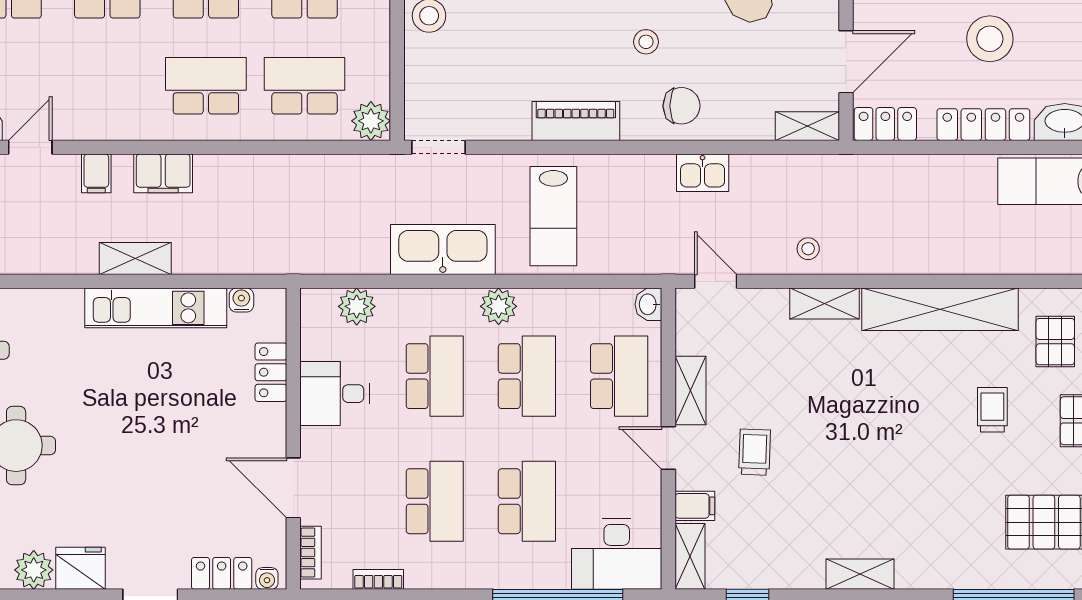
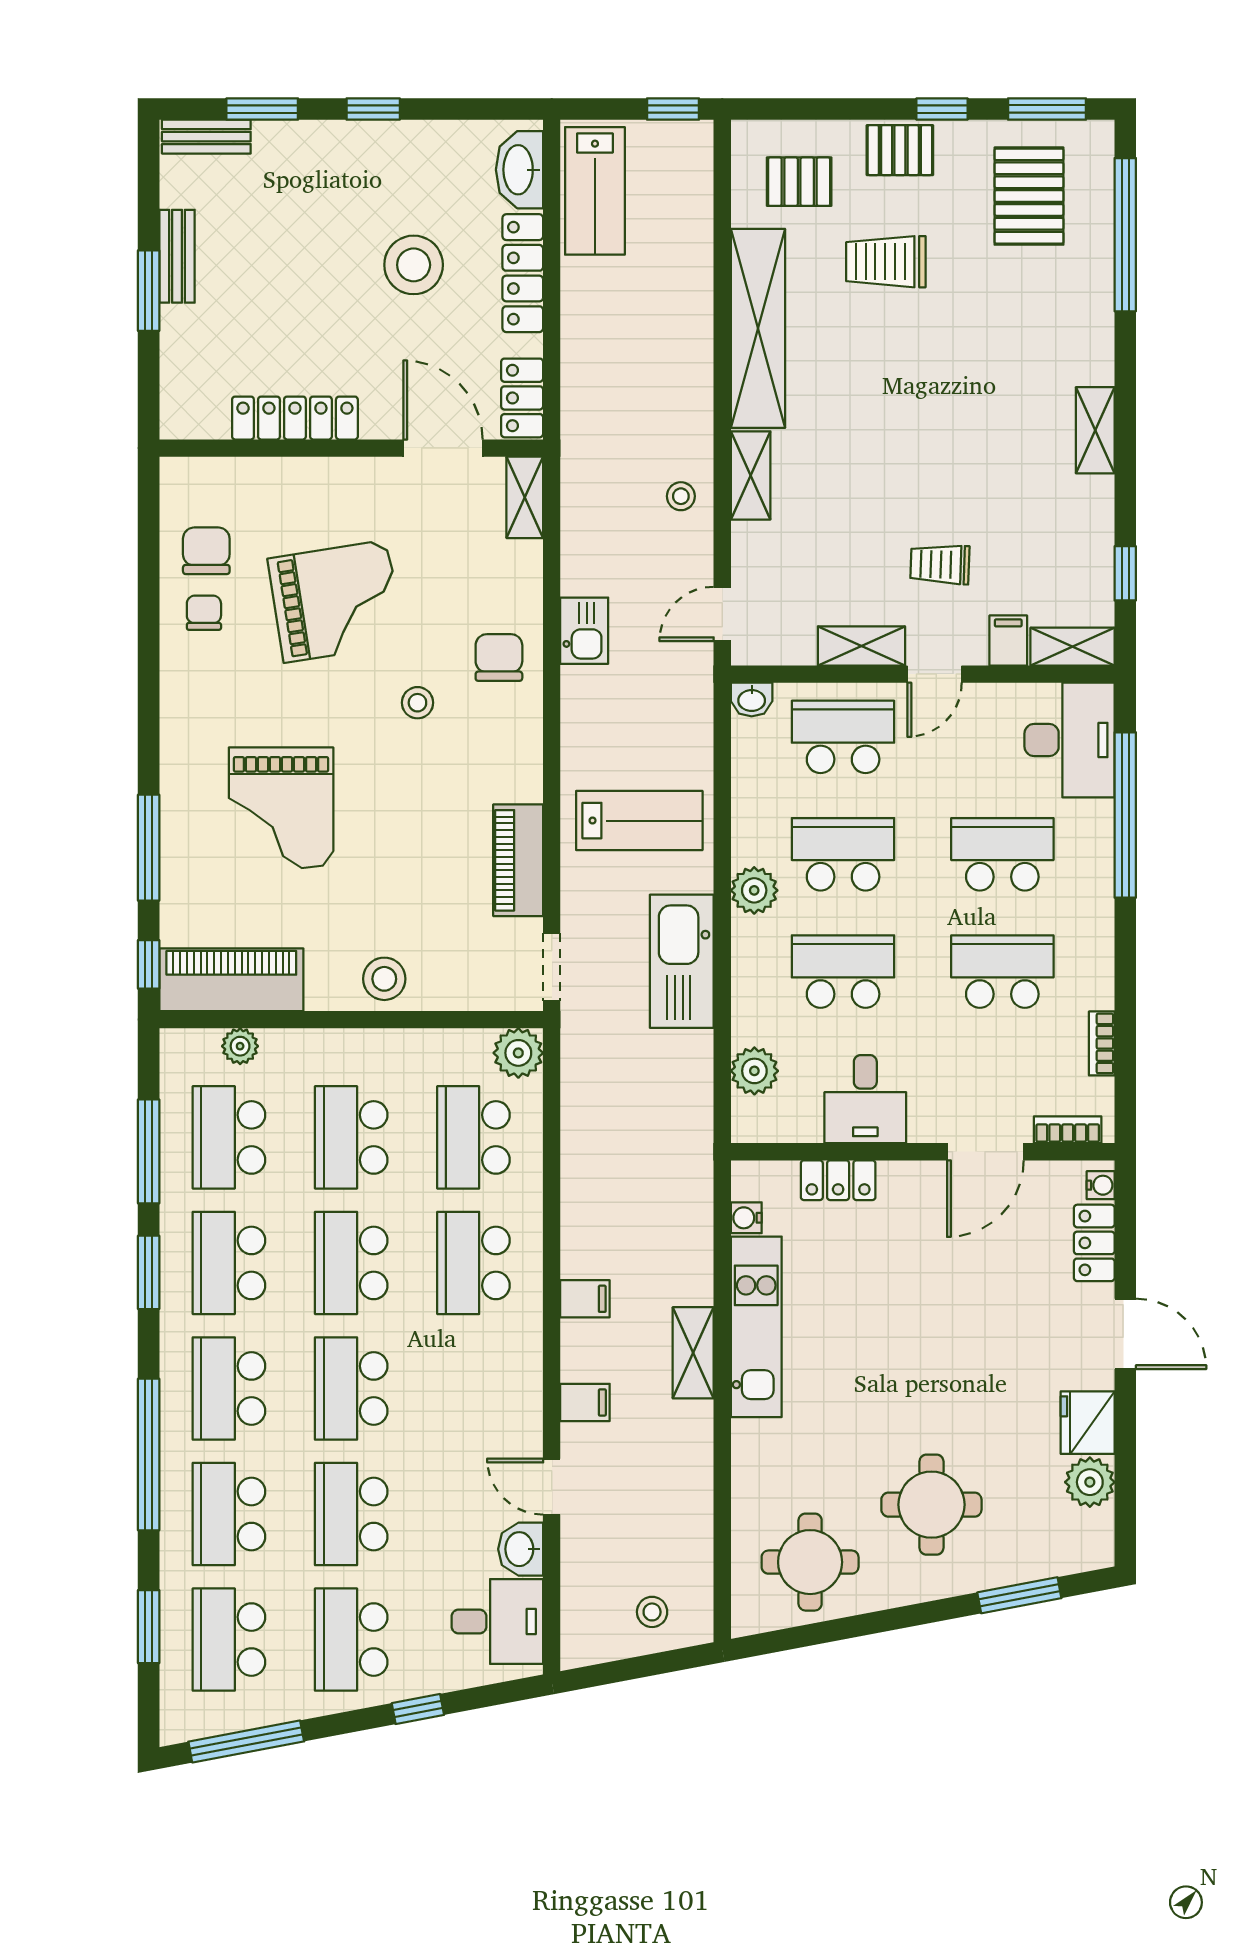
piano: (576, 121) -> (518, 860), moved
filing cabinet: (163, 173) -> (585, 1299), width x0.50
trolley: (992, 410) -> (886, 262), width x1.36, depth x1.39

